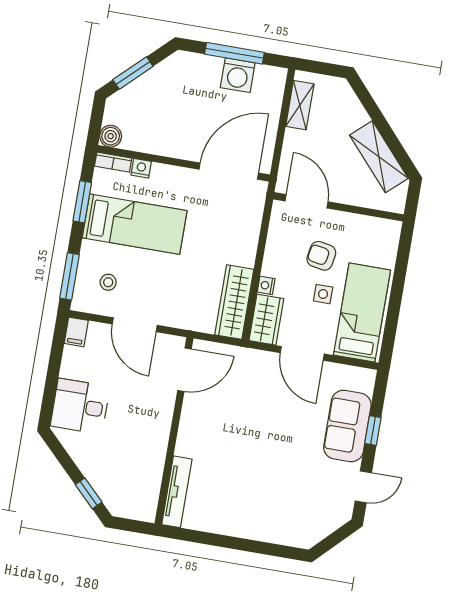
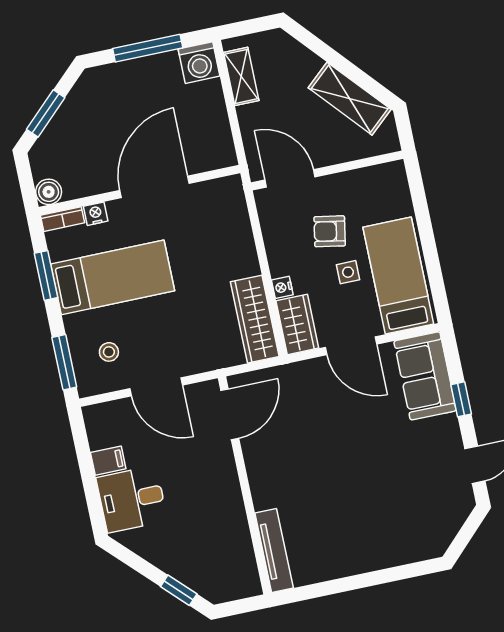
washing machine: (238, 75) -> (199, 63), moved
door: (229, 171) -> (155, 187), moved
filing cabinet: (76, 332) -> (108, 461), moved, turned -90
sofa: (347, 426) -> (425, 376), moved

